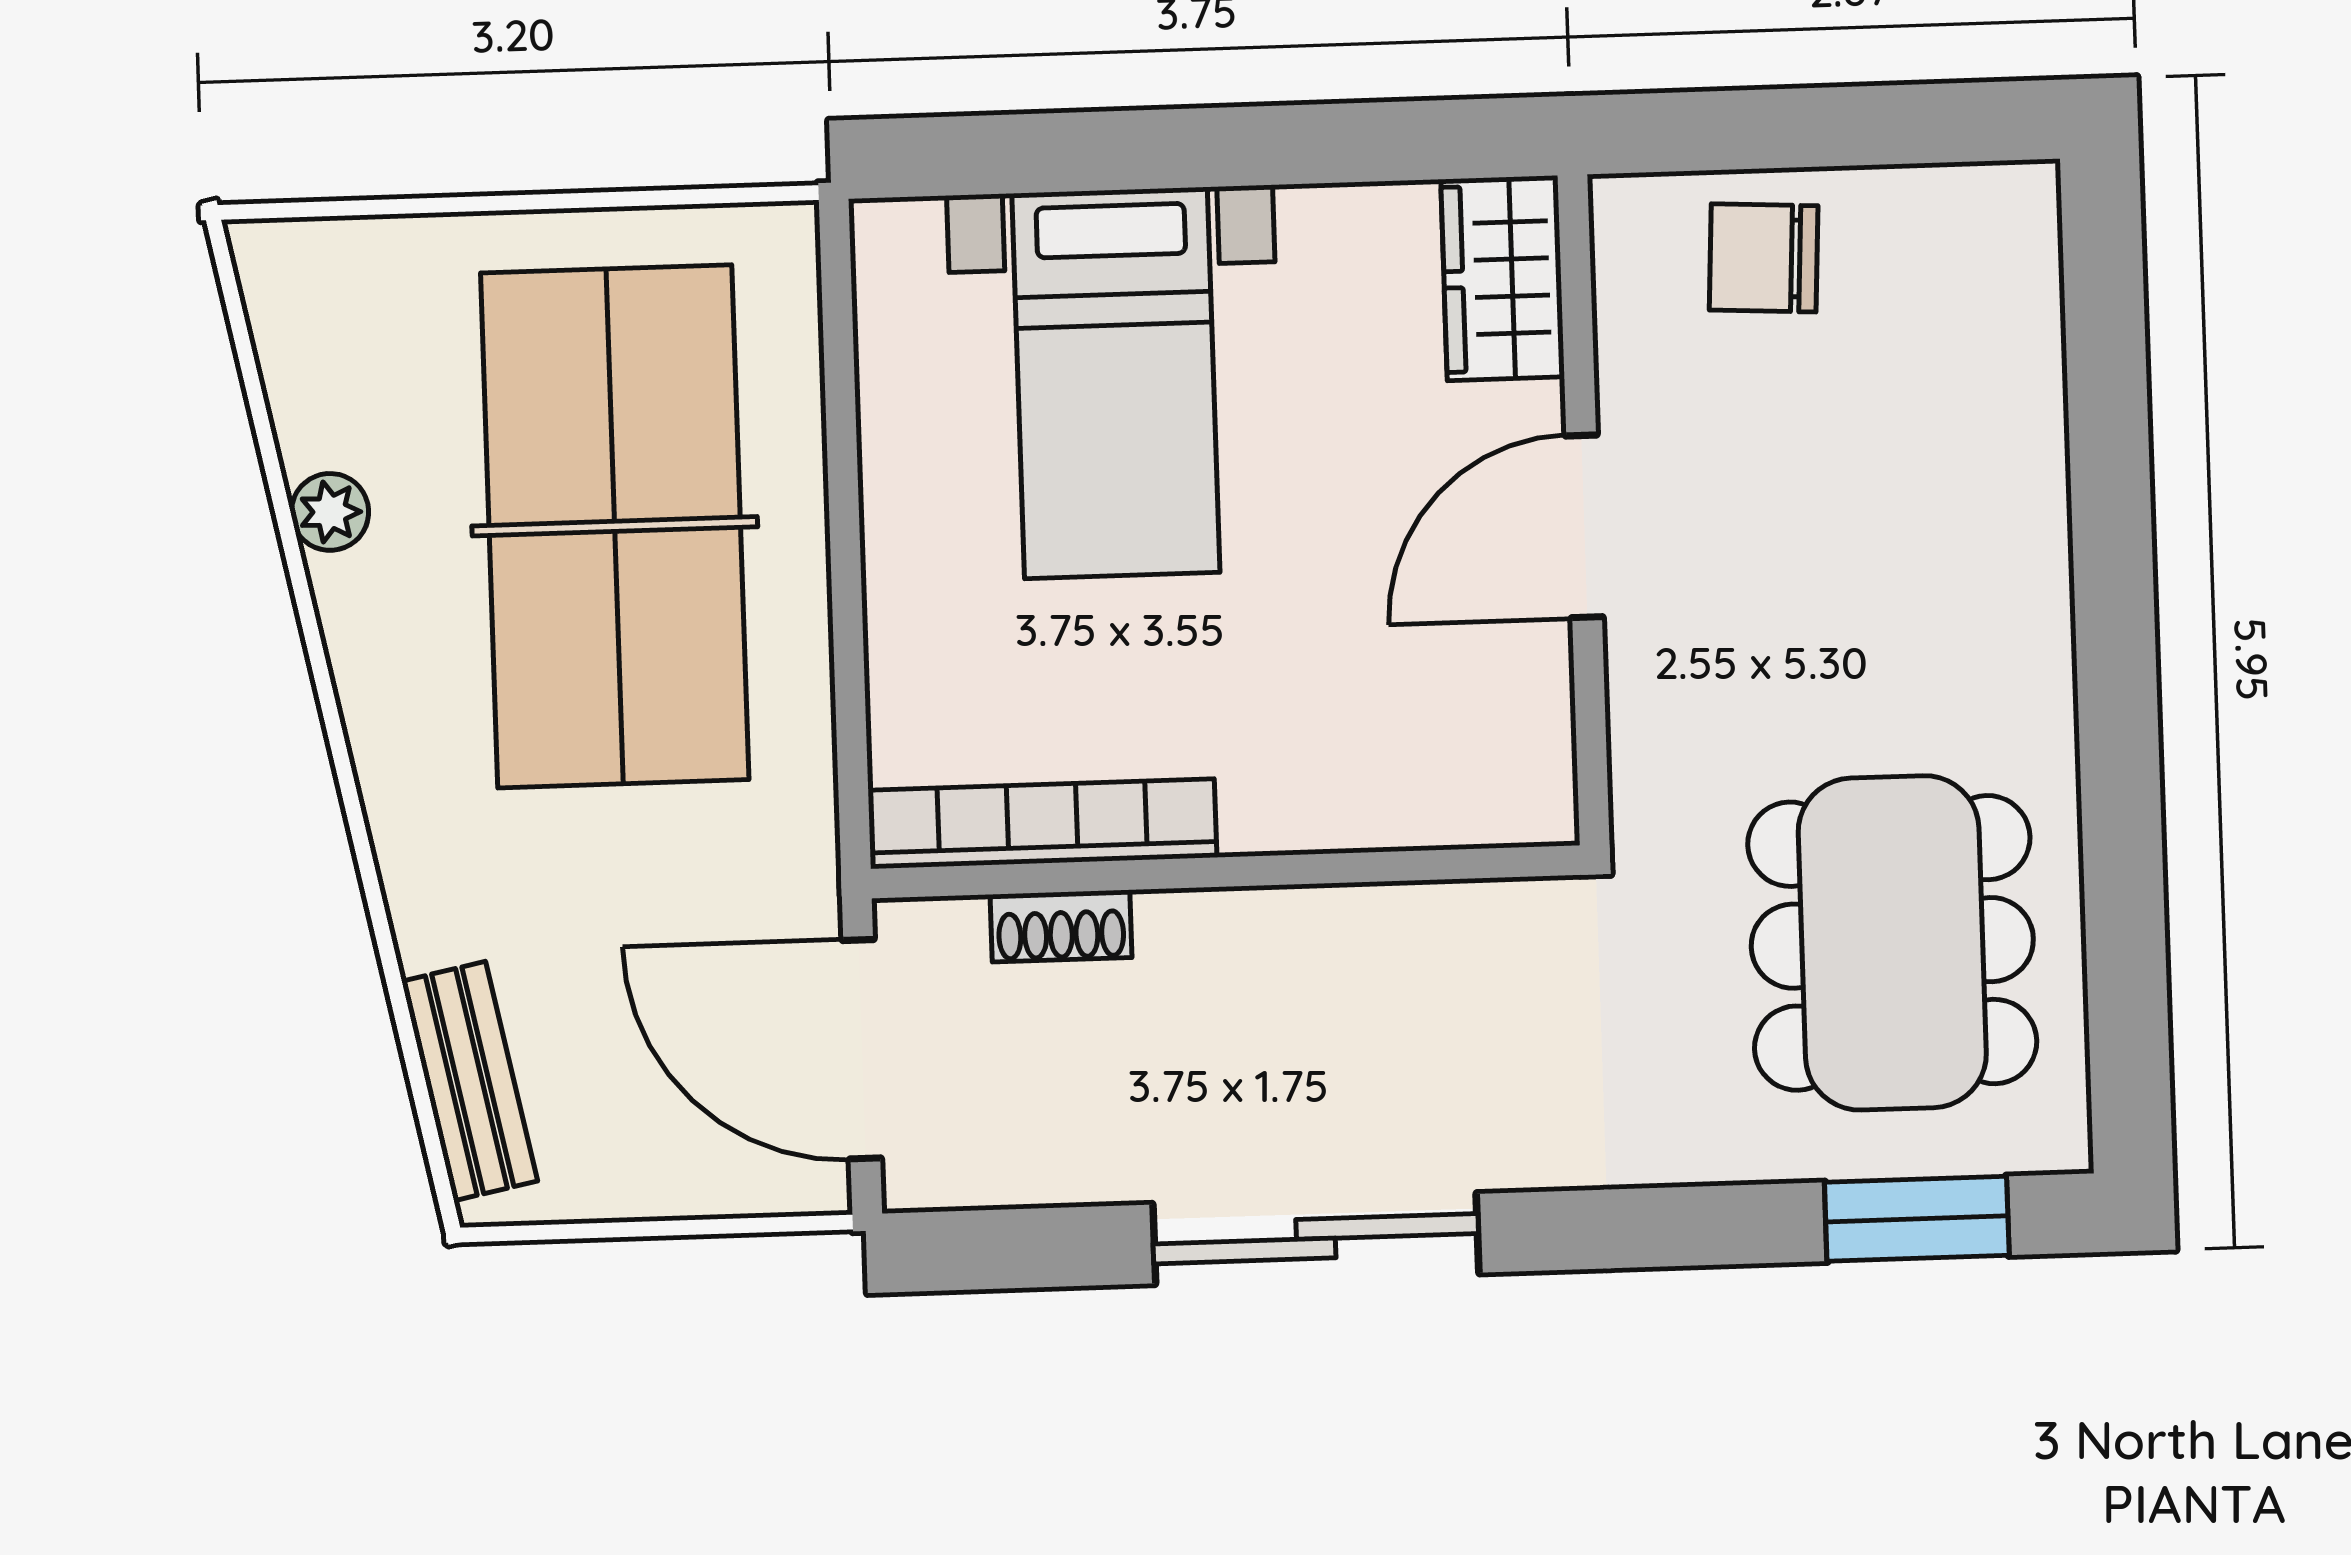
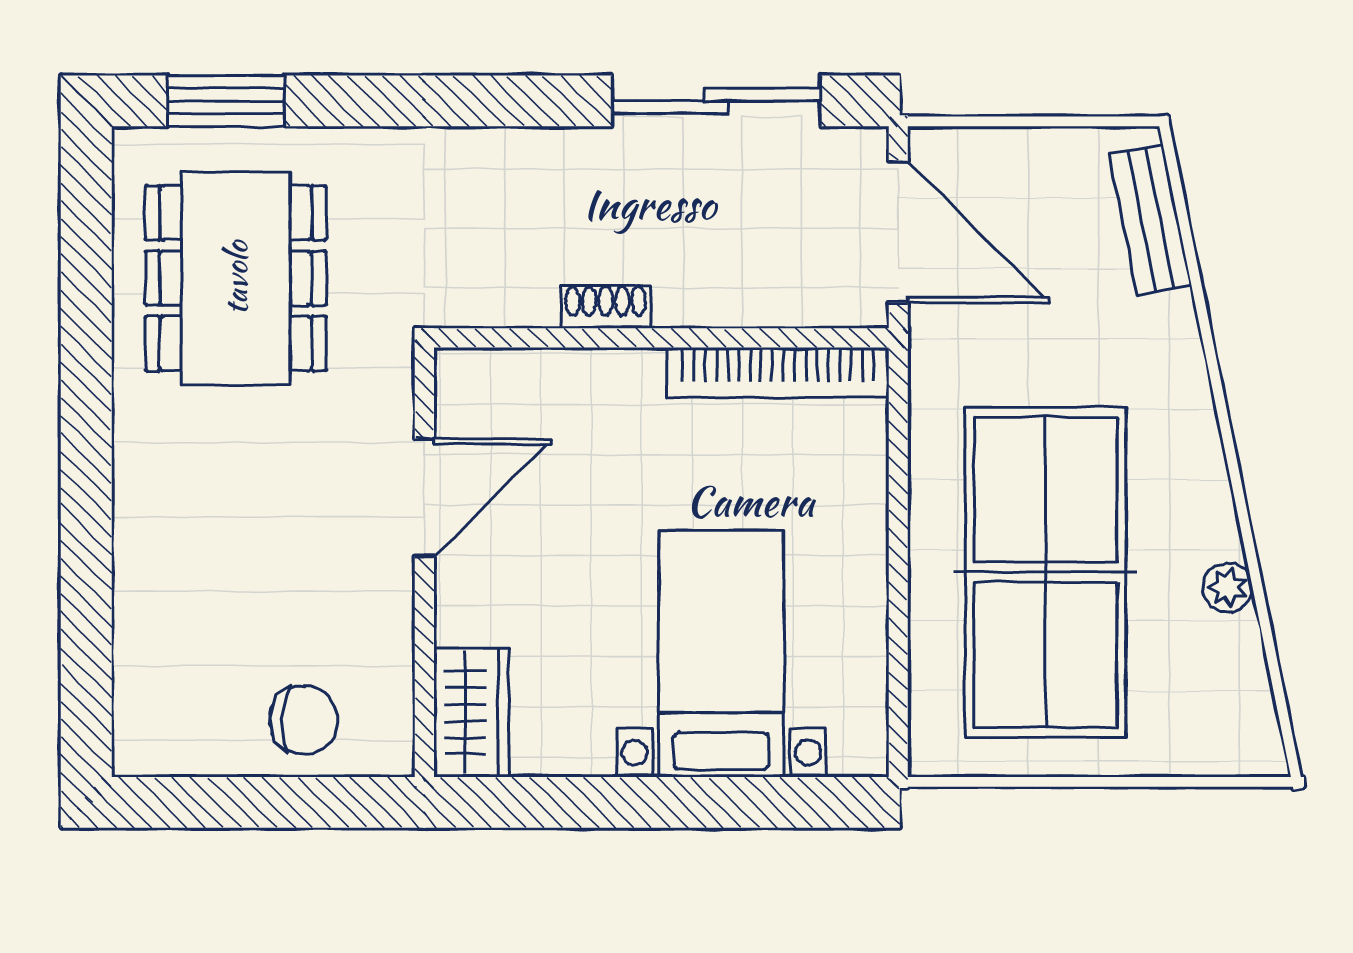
door: (1584, 526) -> (424, 498), moved
shoe rack: (1061, 926) -> (606, 307), moved
sliding door: (1316, 1239) -> (716, 101), moved

